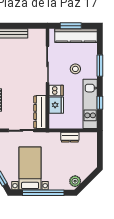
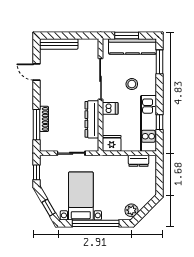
window: (100, 66) -> (159, 62), moved
fridge: (56, 105) -> (112, 143), moved, turned -90
dresser: (40, 112) -> (92, 119), moved
dresser: (70, 137) -> (138, 161), moved

